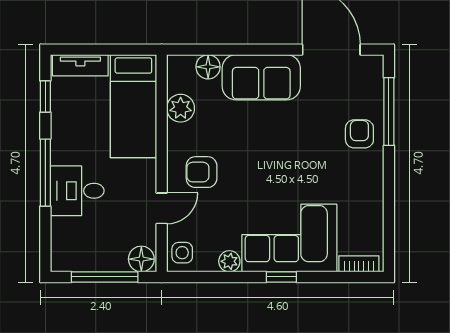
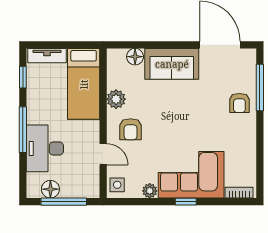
plant: (181, 108) -> (116, 99), moved
armchair: (359, 134) -> (239, 103), turned 180
armchair: (202, 172) -> (131, 129), turned -90
desk: (77, 191) -> (45, 148), width x1.37
door: (162, 208) -> (103, 154), hinge flipped
floor lamp: (141, 259) -> (50, 189), moved

